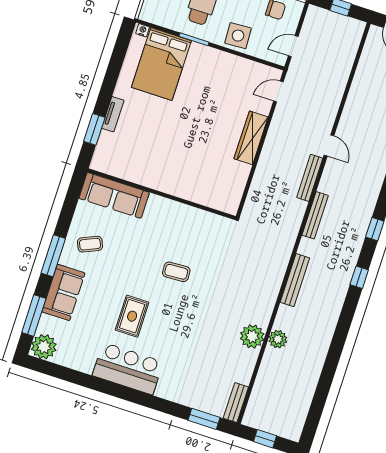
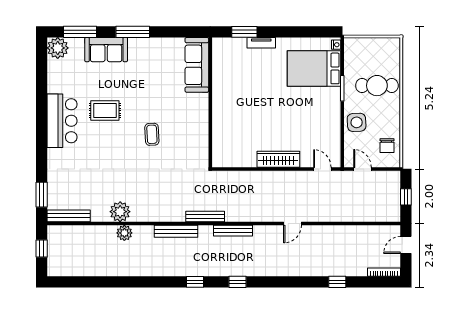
bench: (310, 178) -> (205, 217), moved
coffee table: (90, 244) -> (152, 58), removed
bench: (236, 403) -> (69, 216), width x1.36

